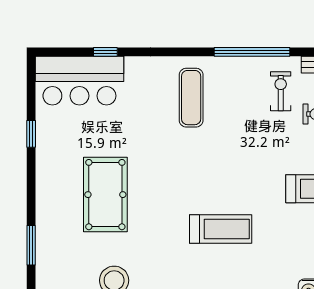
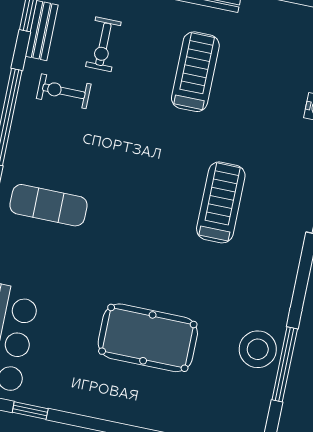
window: (31, 134) -> (30, 411), moved

